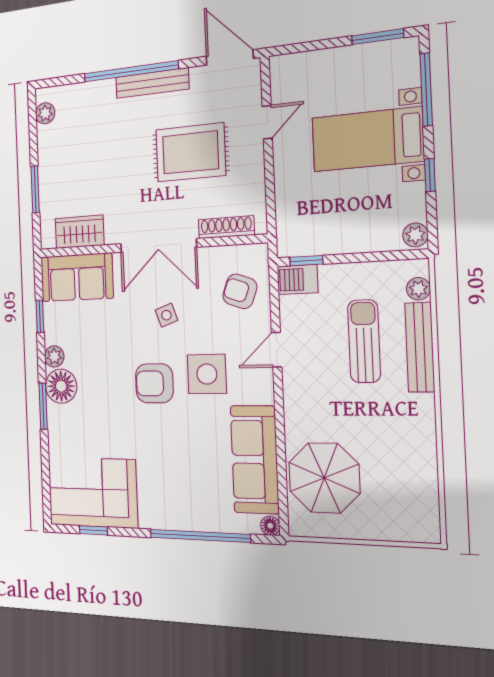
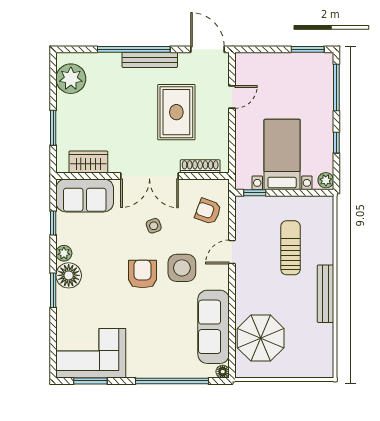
plant: (45, 113) -> (71, 79), width x1.87, depth x1.87
bed with nightstands: (367, 139) -> (282, 155), moved, turned 90
rug: (190, 152) -> (176, 112), turned 90
barbecue: (297, 279) -> (248, 205), removed
plant: (418, 289) -> (326, 215), removed
bench: (420, 347) -> (326, 294), moved
armchair: (154, 383) -> (143, 274), turned 90
window: (93, 530) -> (90, 381), width x1.50

